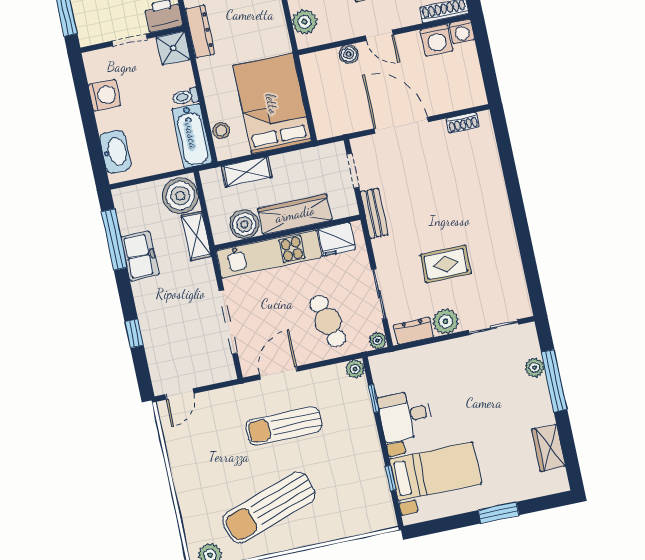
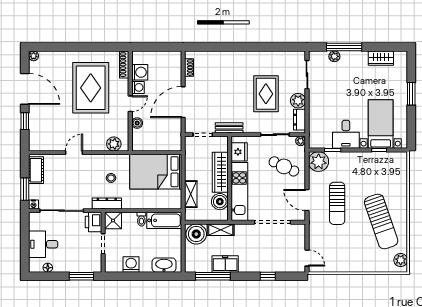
washing machine: (462, 32) -> (138, 87), moved
stool: (221, 131) -> (111, 178), moved
rug: (446, 264) -> (266, 94), width x1.36, depth x1.43
cafe table: (328, 321) -> (284, 166), turned 40
plant: (355, 369) -> (319, 162), width x1.87, depth x1.87

